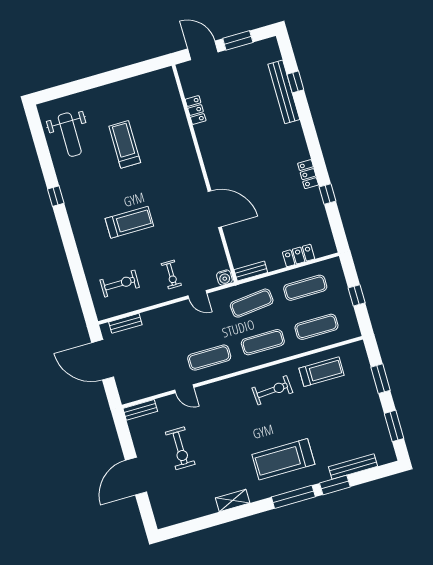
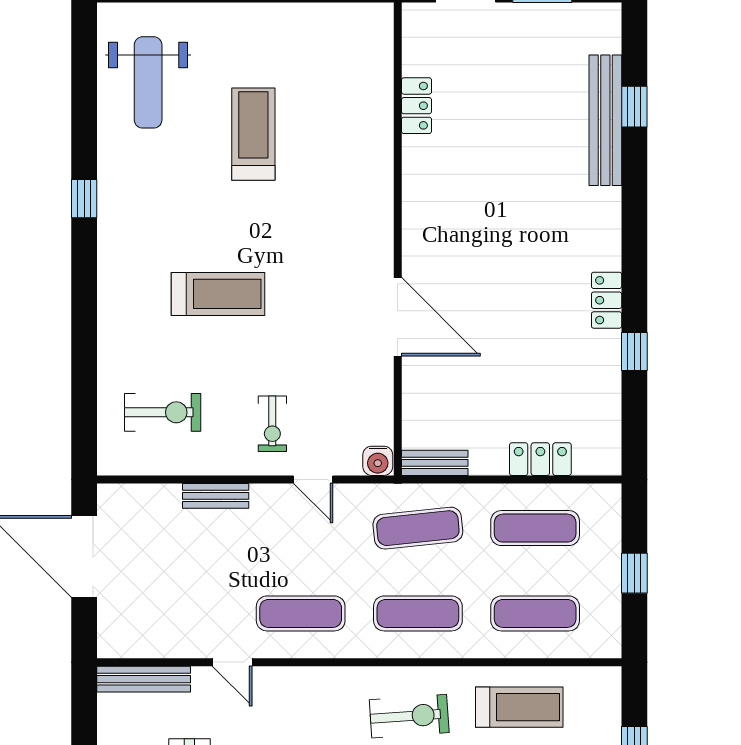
bench: (125, 323) -> (216, 496), moved
bench: (140, 410) -> (144, 679), width x1.36

